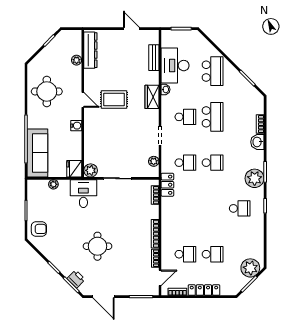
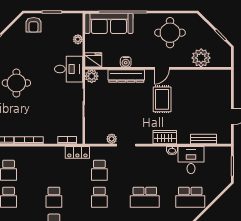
dresser: (90, 50) -> (126, 76), moved
plant: (77, 60) -> (201, 58), width x1.88, depth x1.88
desk: (175, 66) -> (191, 160), width x0.73
school desk: (185, 117) -> (54, 197), moved
water cooler: (76, 126) -> (126, 62), moved
plant: (154, 161) -> (112, 139), moved

